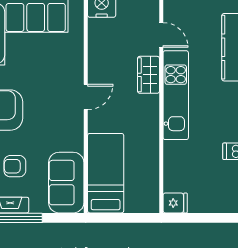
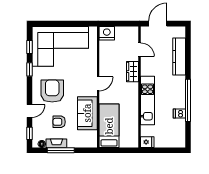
kitchen unit: (176, 95) -> (148, 101), moved
sofa: (66, 183) -> (87, 113), moved

